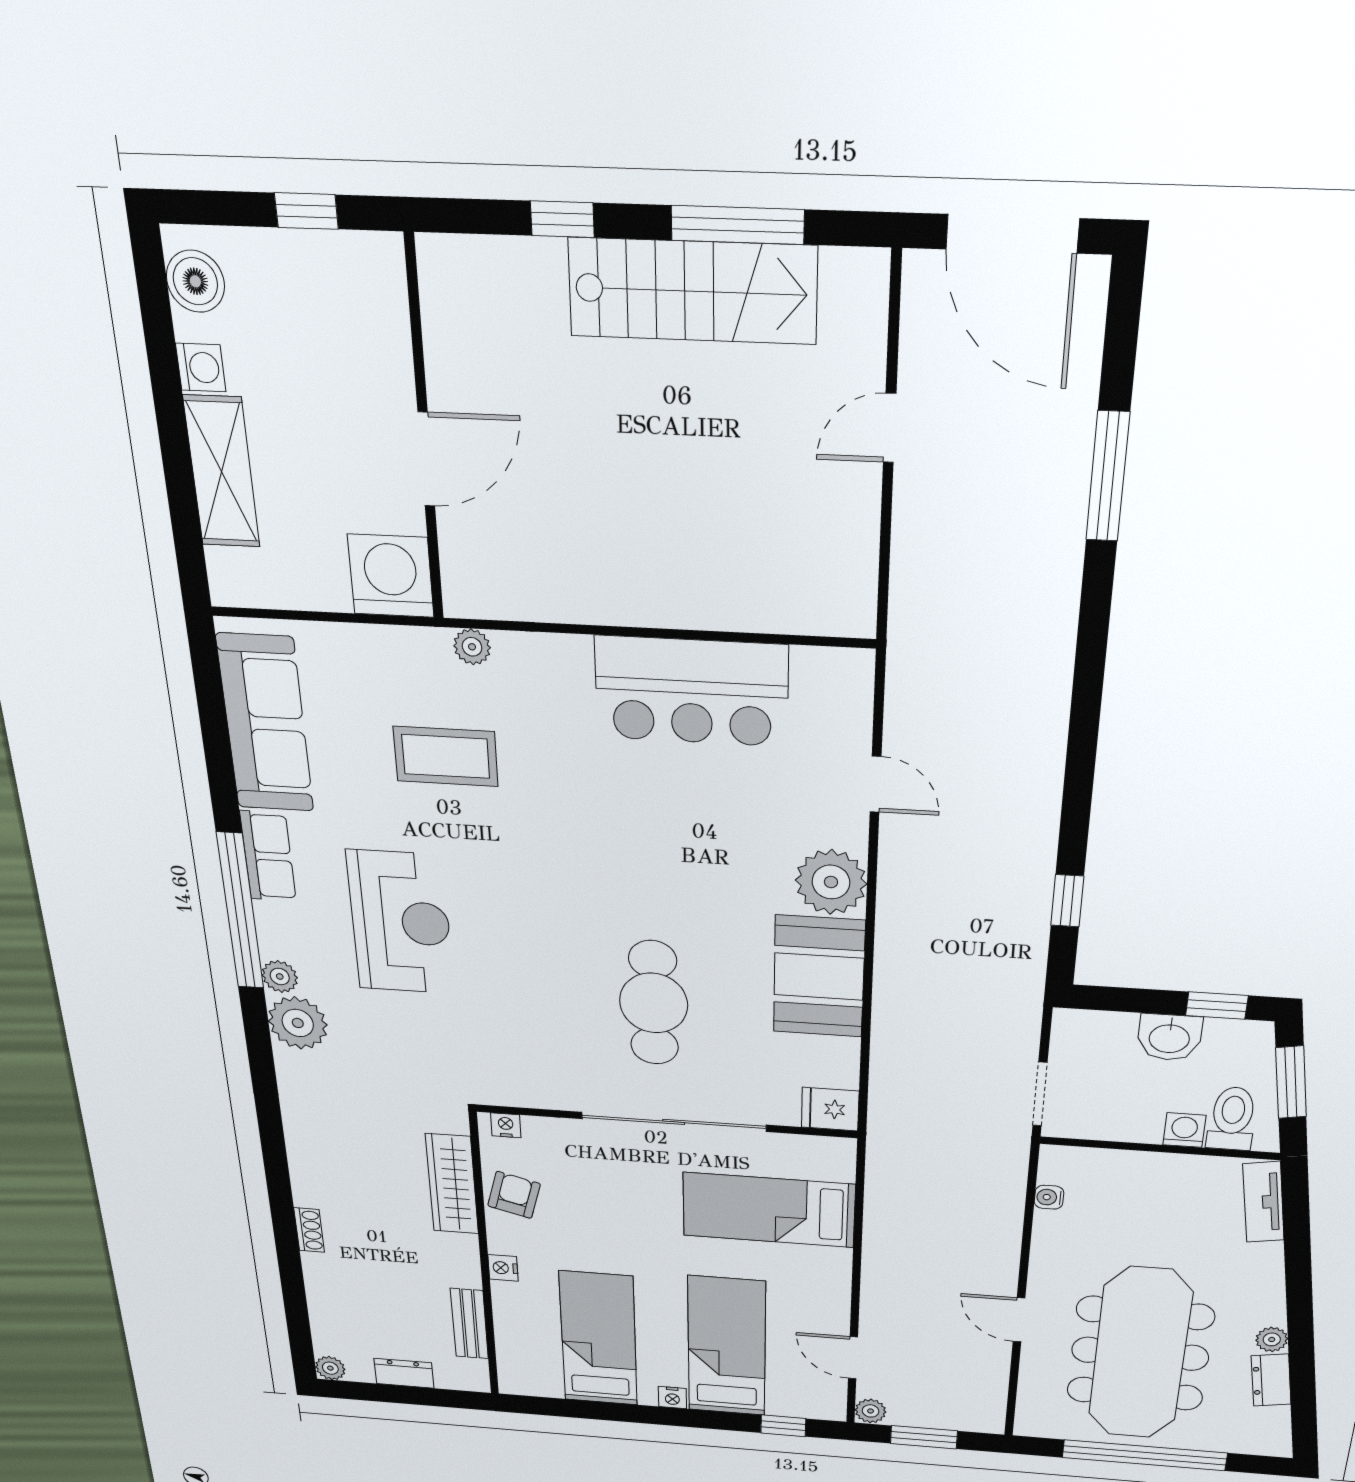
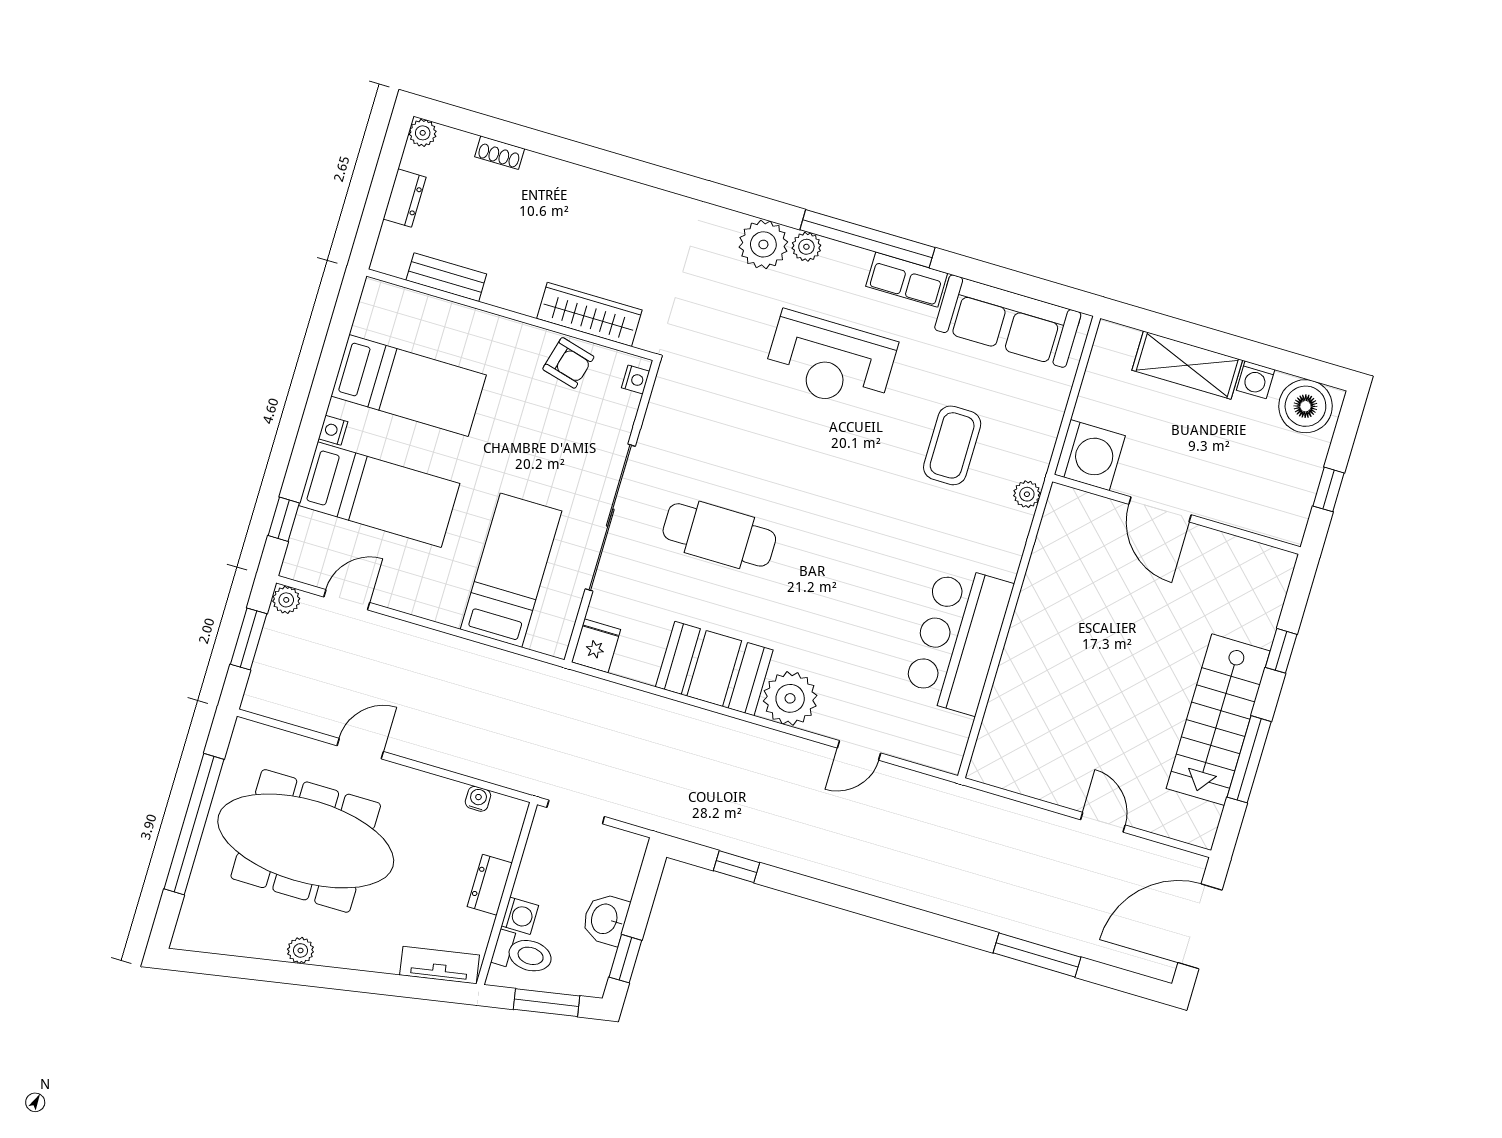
boiler: (195, 281) -> (1305, 406), width x1.37, depth x1.37
shoe rack: (309, 1230) -> (500, 153), moved
nightstand: (503, 1268) -> (498, 328), removed
dresser: (1271, 1380) -> (490, 885), moved, turned -80

